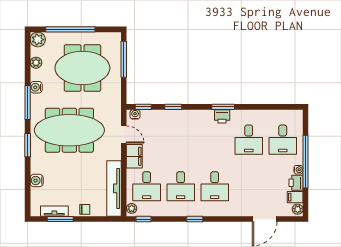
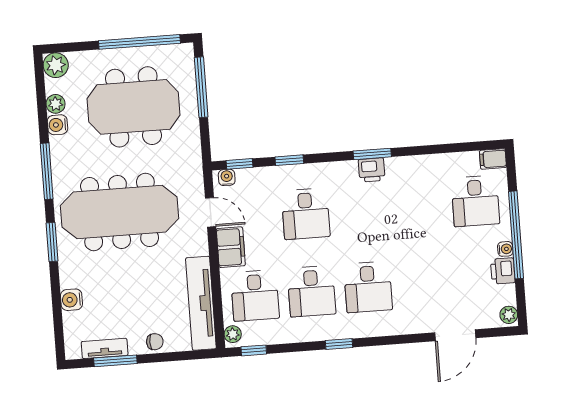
window: (70, 29) -> (139, 42), moved
water cooler: (36, 87) -> (57, 125), moved
desk: (249, 140) -> (306, 214), moved
filing cabinet: (295, 197) -> (493, 159), moved

